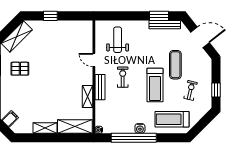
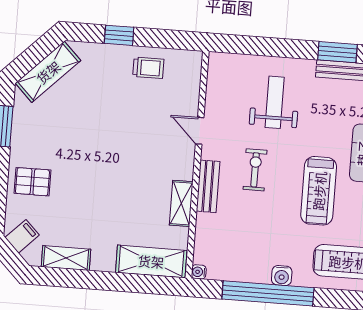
trolley: (66, 31) -> (148, 68), added
weight bench: (118, 40) -> (275, 102), moved
pallet: (20, 69) -> (32, 182), moved
shelving: (45, 128) -> (66, 258), moved

